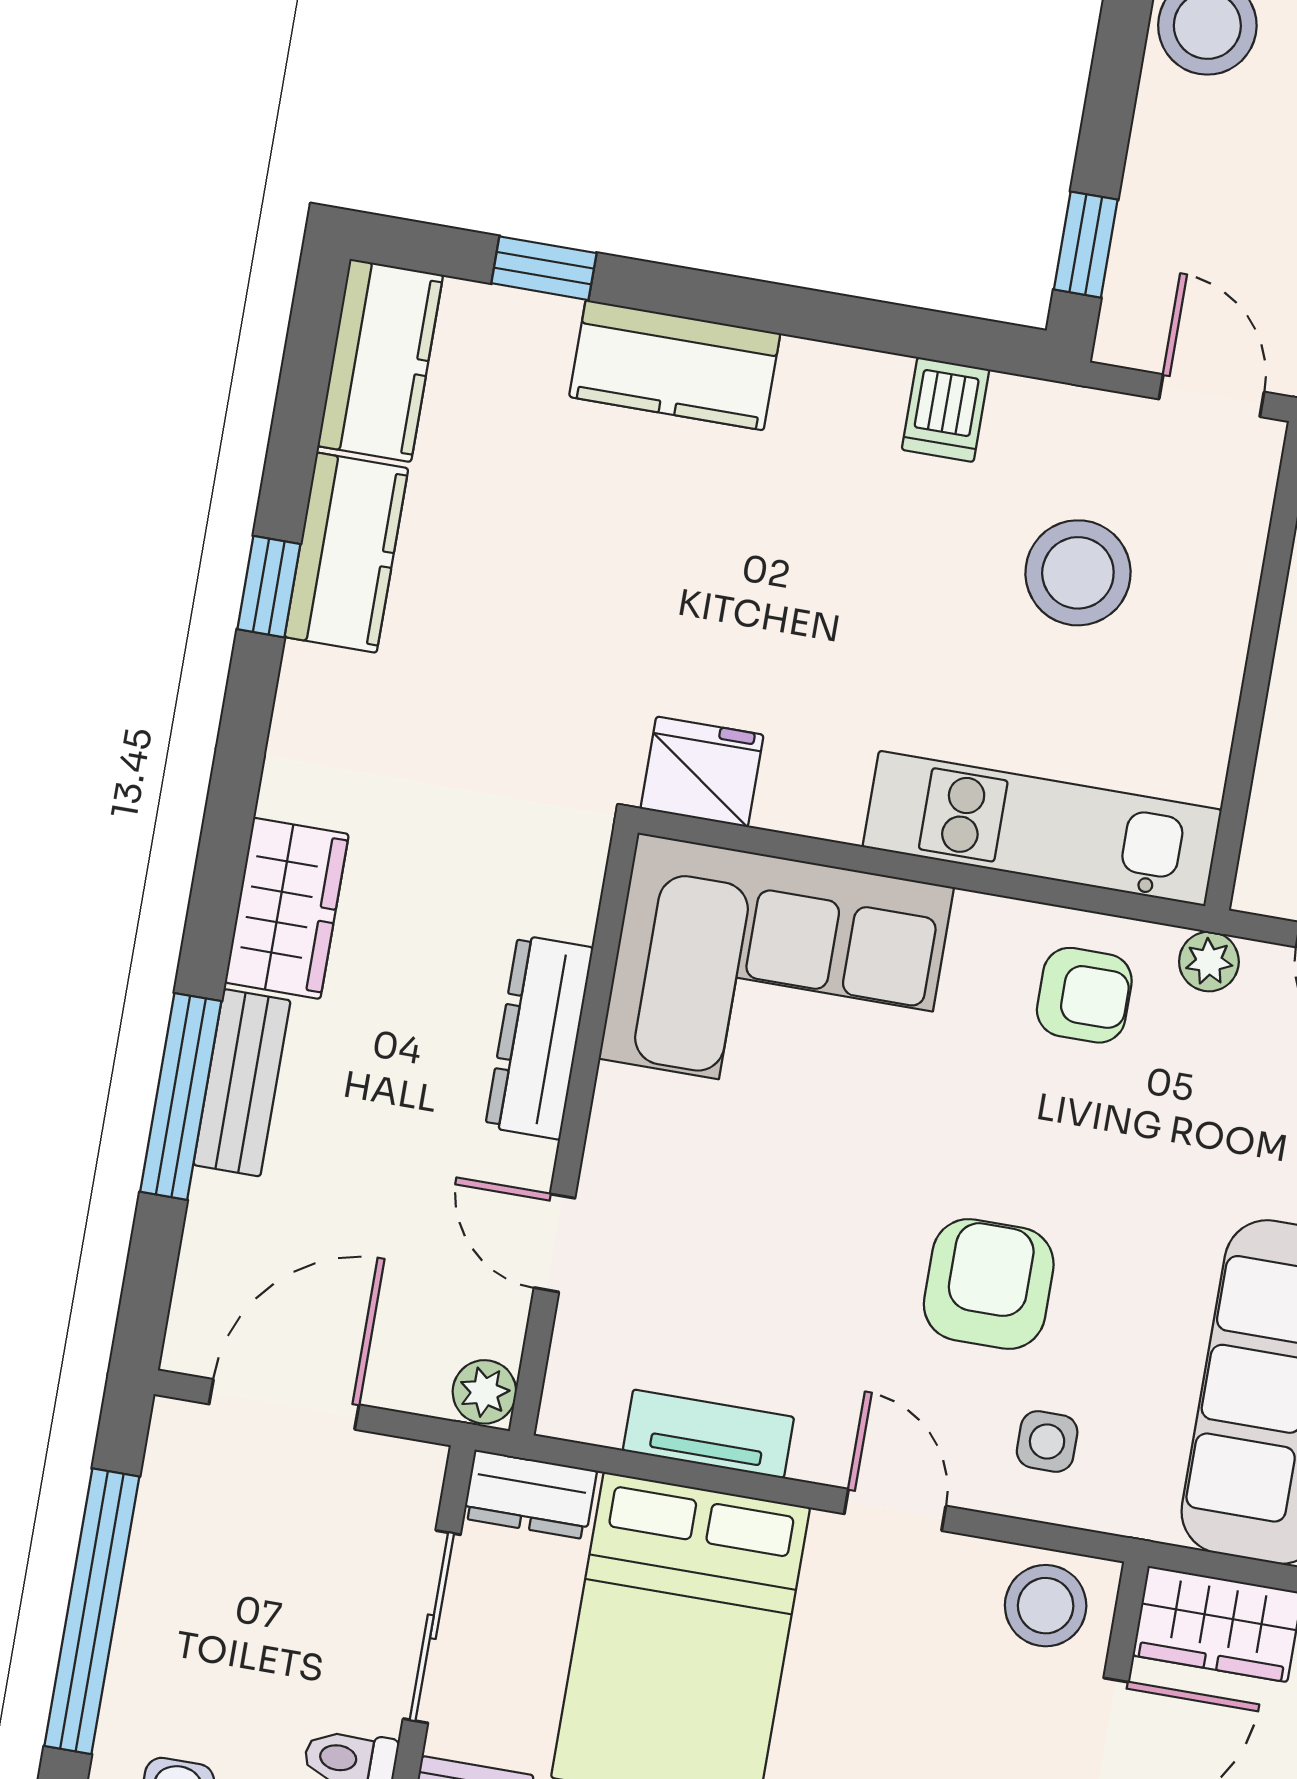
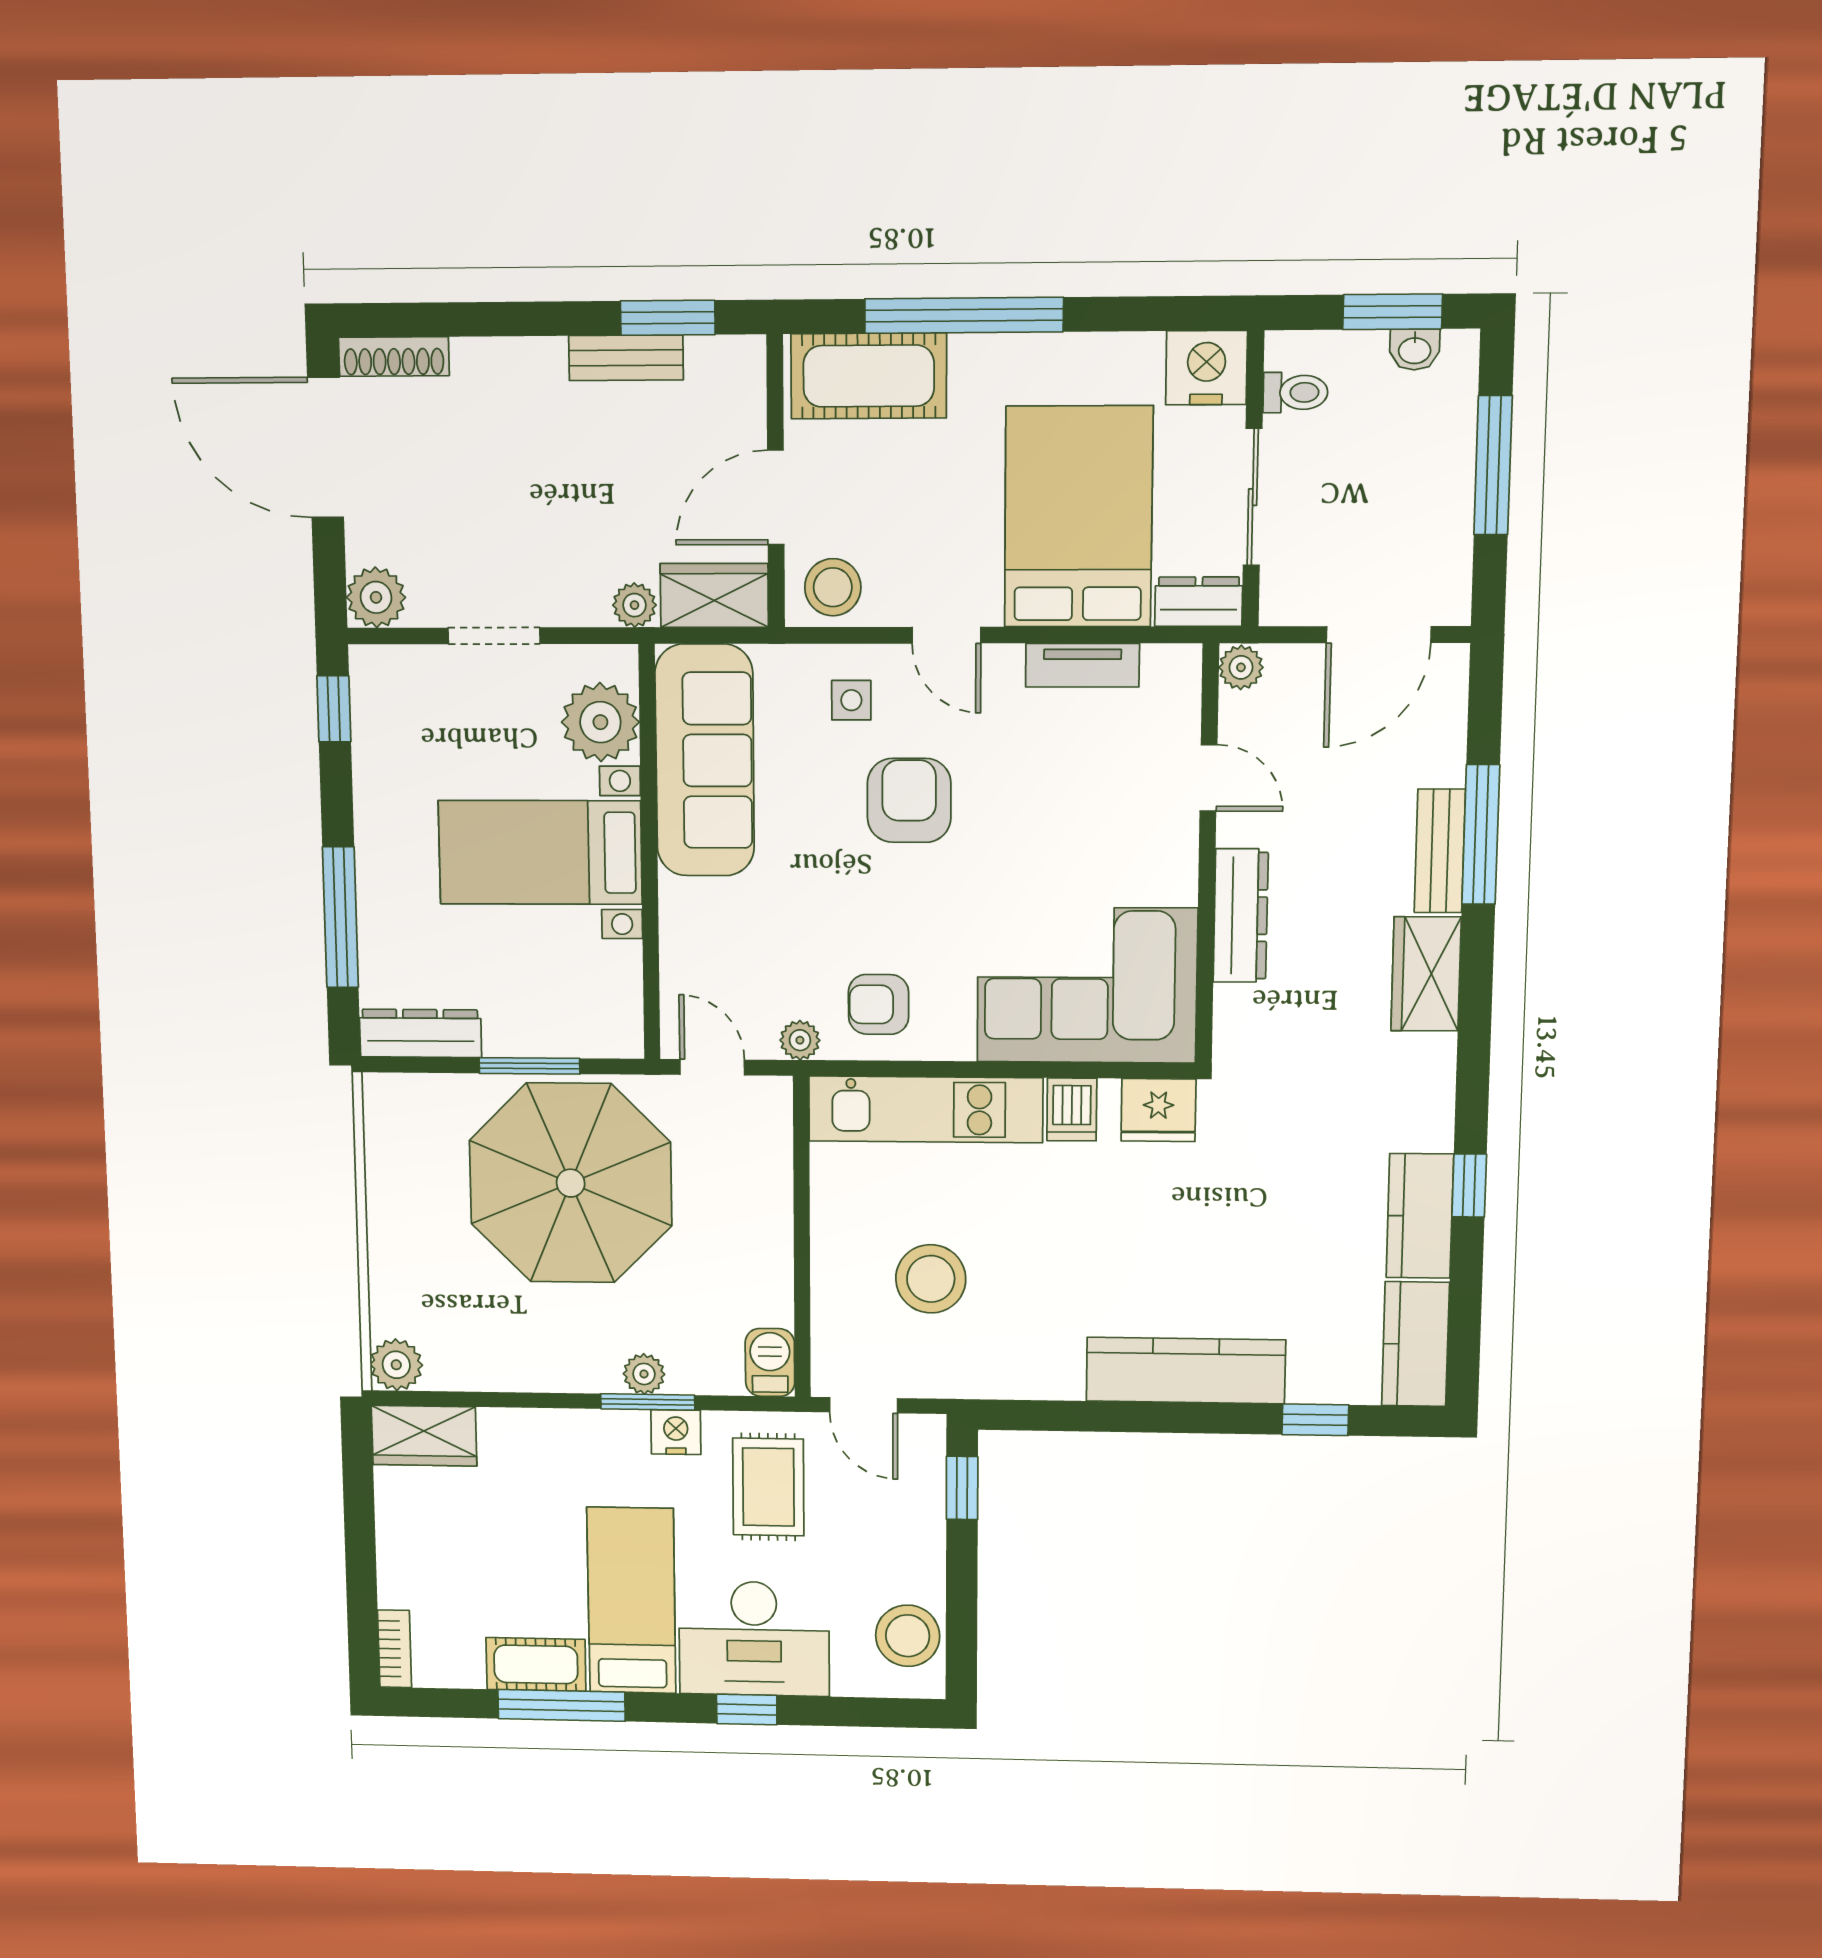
kitchen counter: (675, 365) -> (1186, 1371), width x1.50
dishwasher: (946, 410) -> (1072, 1109), moved, turned 180
armchair: (989, 1284) -> (909, 800), turned 180
window: (92, 1611) -> (1493, 465), width x0.68

